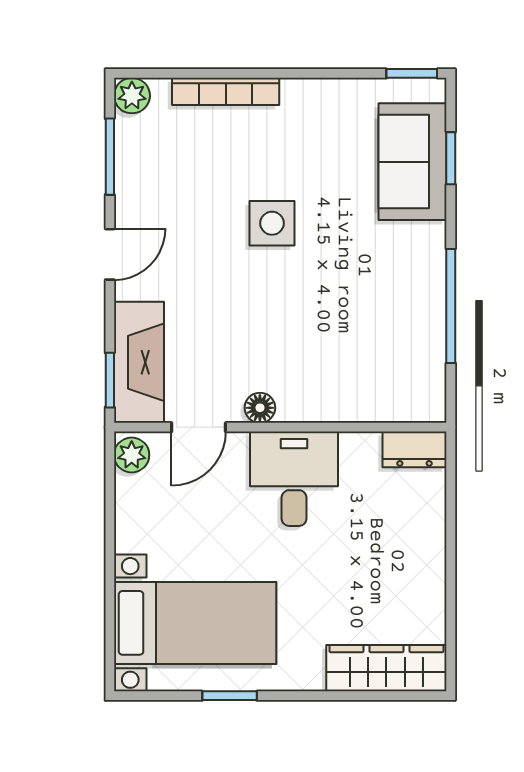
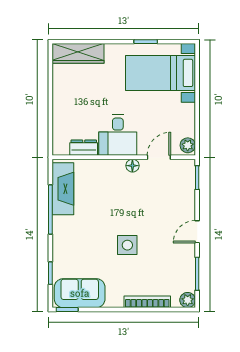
sofa: (413, 162) -> (80, 293), moved, turned -90
fireplace: (139, 362) -> (63, 189), moved, turned 180
dresser: (415, 449) -> (84, 148), moved

